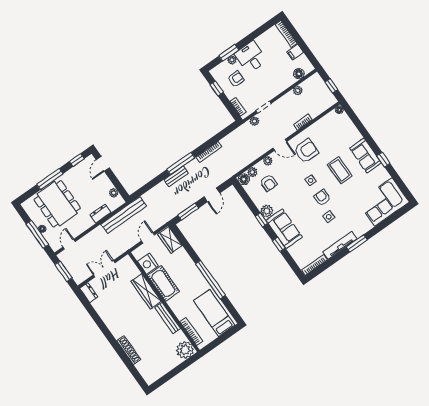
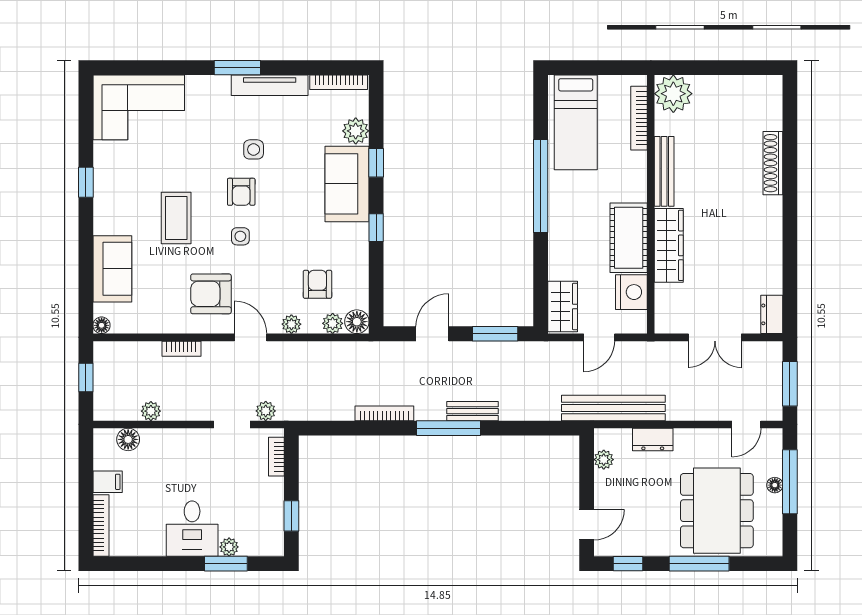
armchair: (236, 79) -> (246, 509), removed
sofa: (366, 156) -> (112, 269), moved
plant: (267, 211) -> (356, 131), moved

